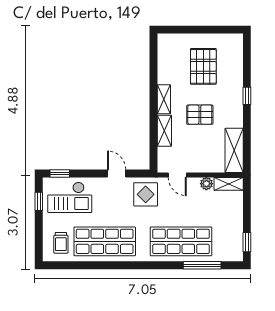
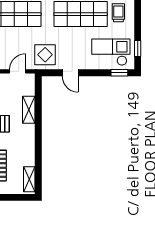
shelving: (164, 99) -> (29, 179), moved
door: (177, 175) -> (18, 71), hinge flipped

